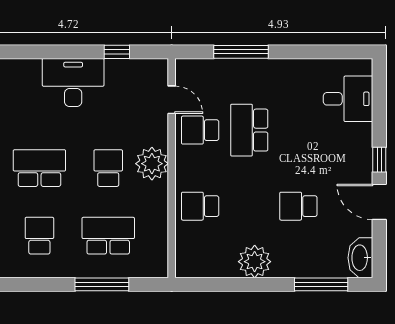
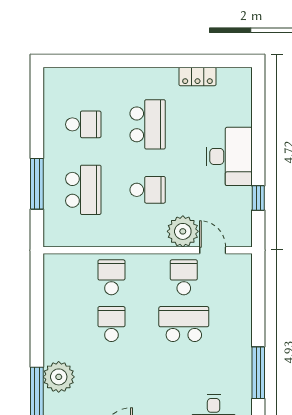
window: (241, 52) -> (258, 373), moved
door: (172, 100) -> (213, 250), swing flipped
plant: (152, 164) -> (183, 231), moved
school desk: (298, 206) -> (111, 324), moved
plant: (255, 262) -> (59, 377), moved

